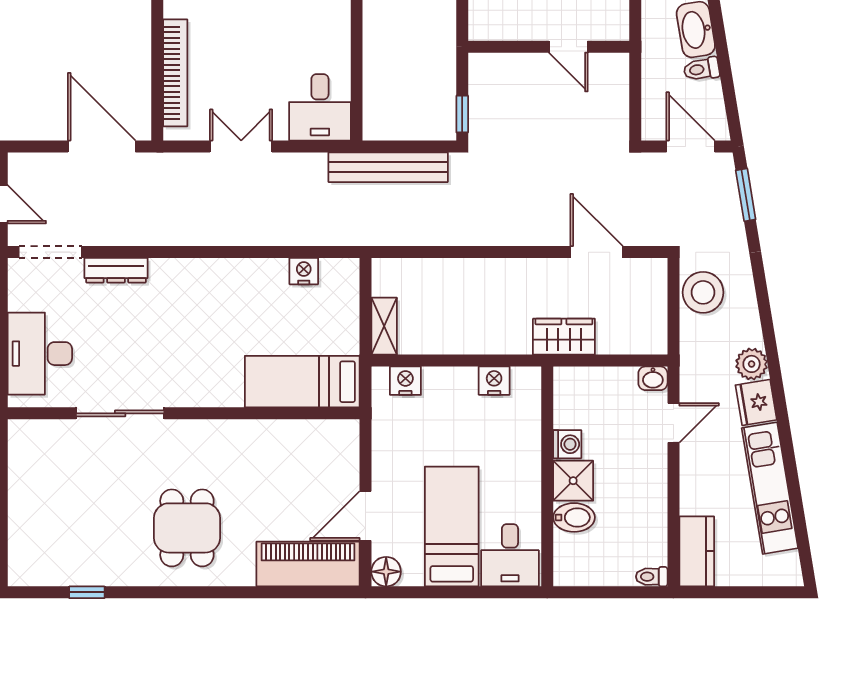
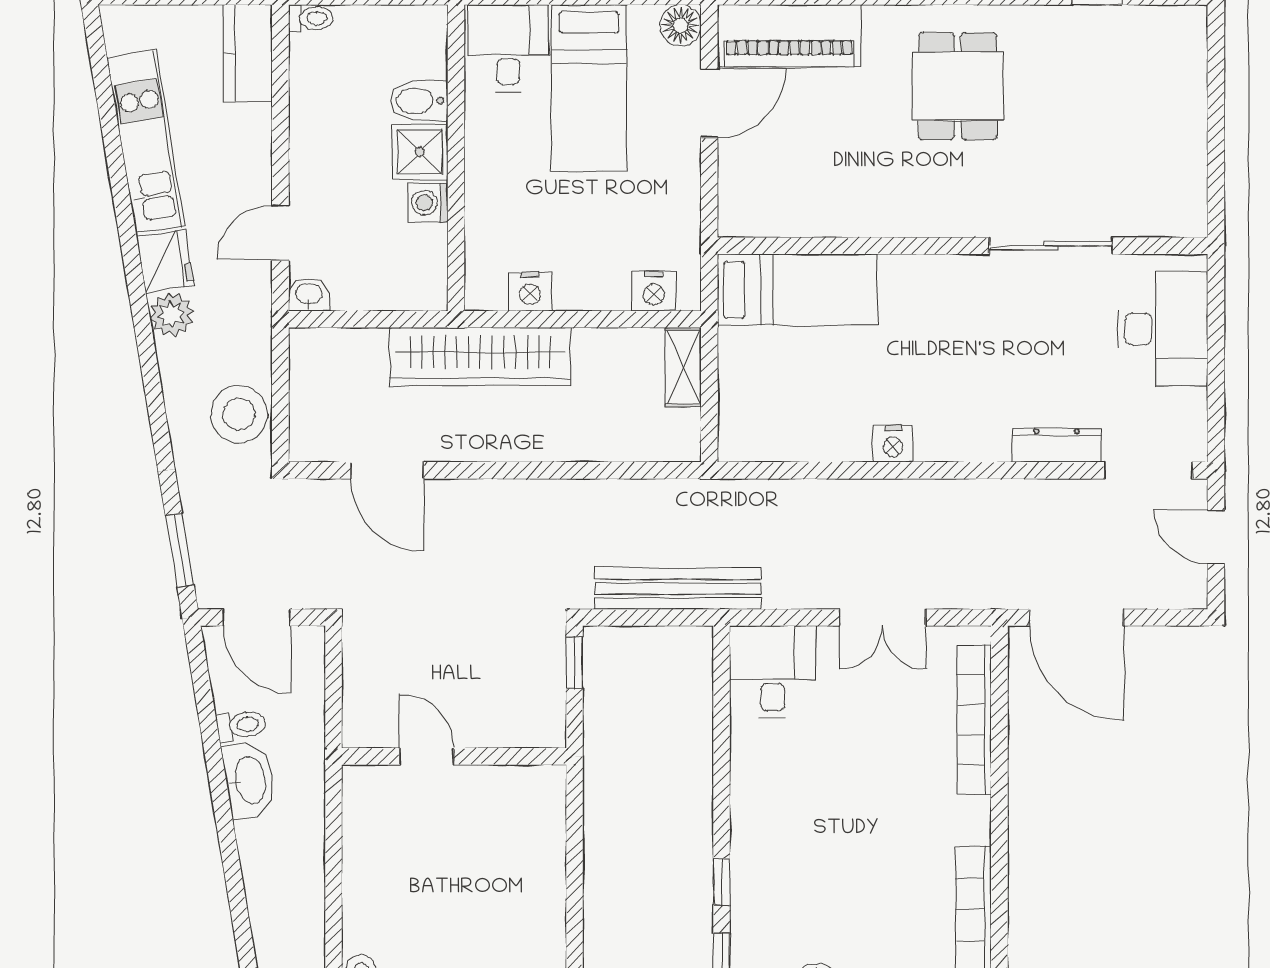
nightstand: (304, 271) -> (893, 444), moved
wardrobe: (564, 337) -> (480, 357), width x2.10, depth x1.17

